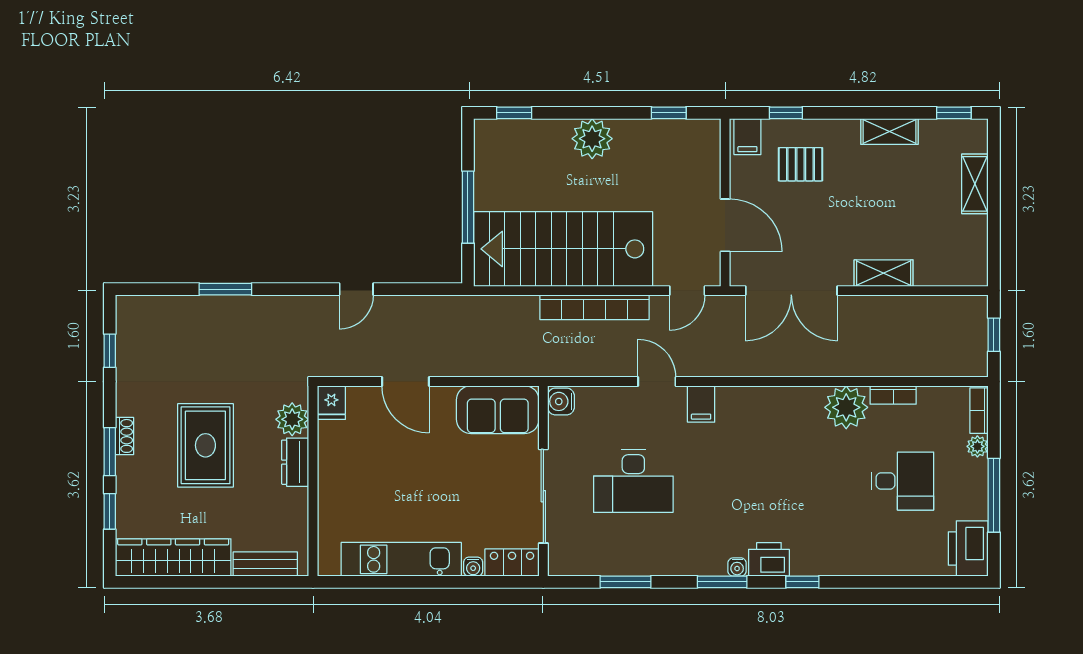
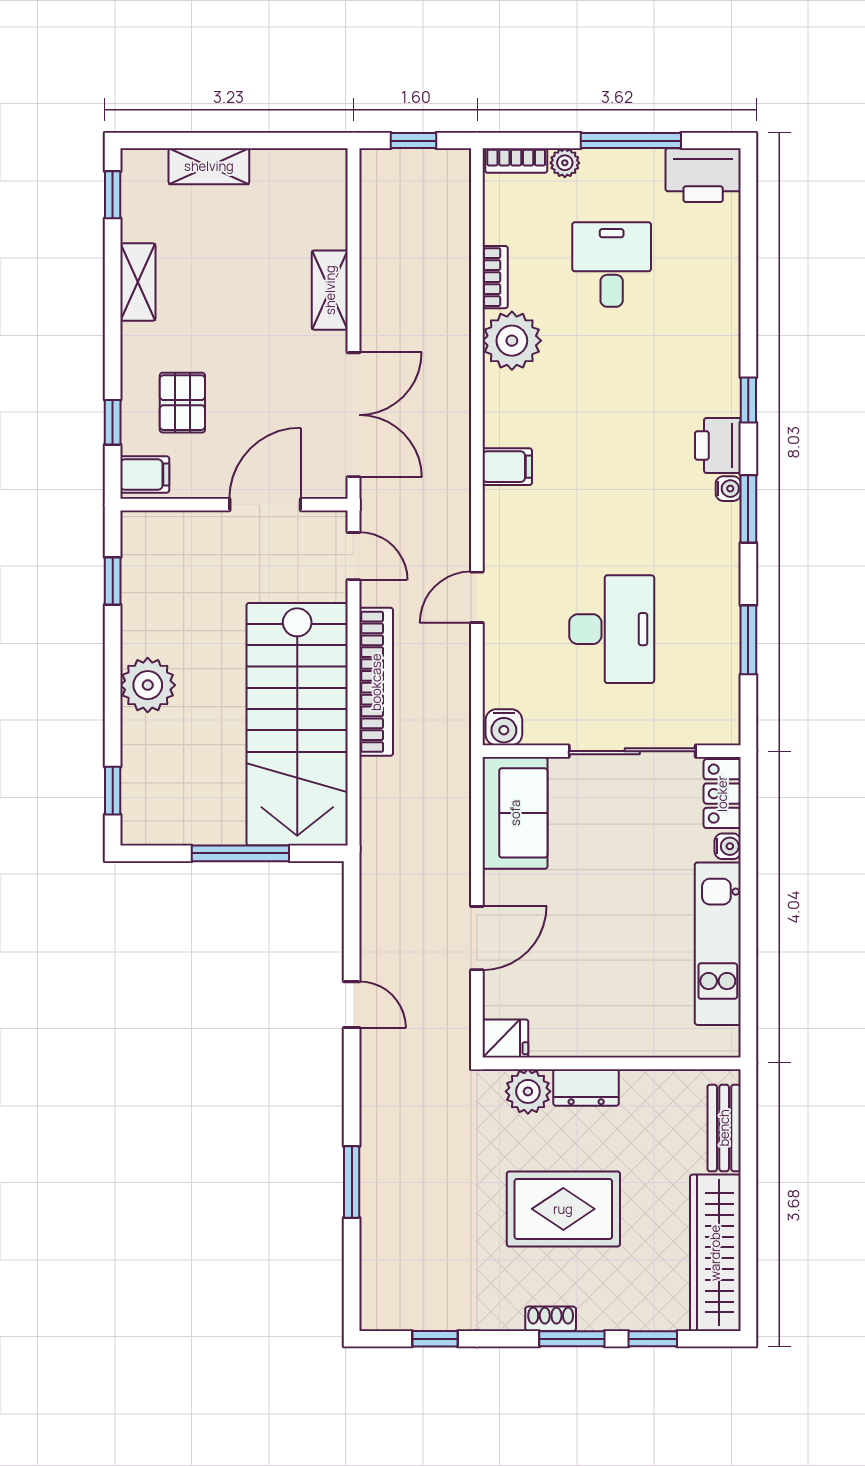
filing cabinet: (701, 404) -> (507, 467), moved

